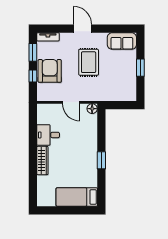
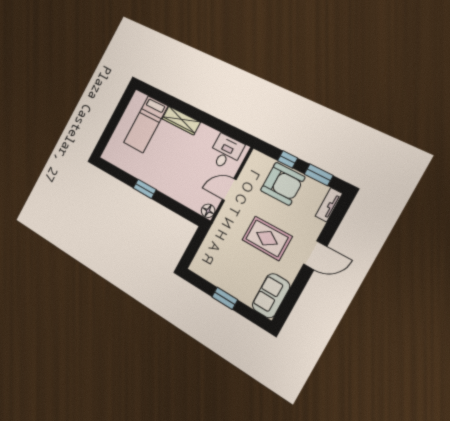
desk: (48, 135) -> (226, 152), moved
bed: (77, 197) -> (146, 124), moved, turned 180

